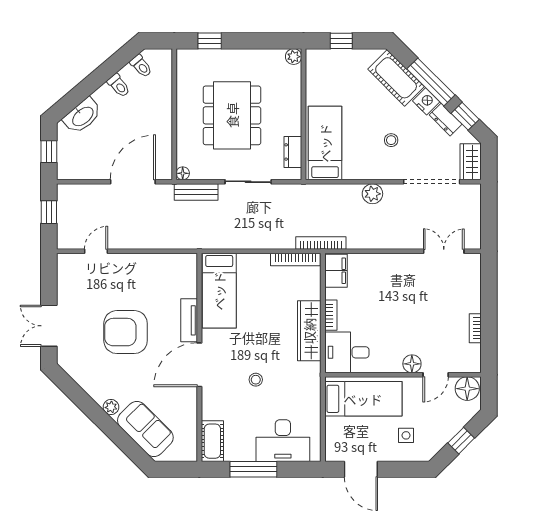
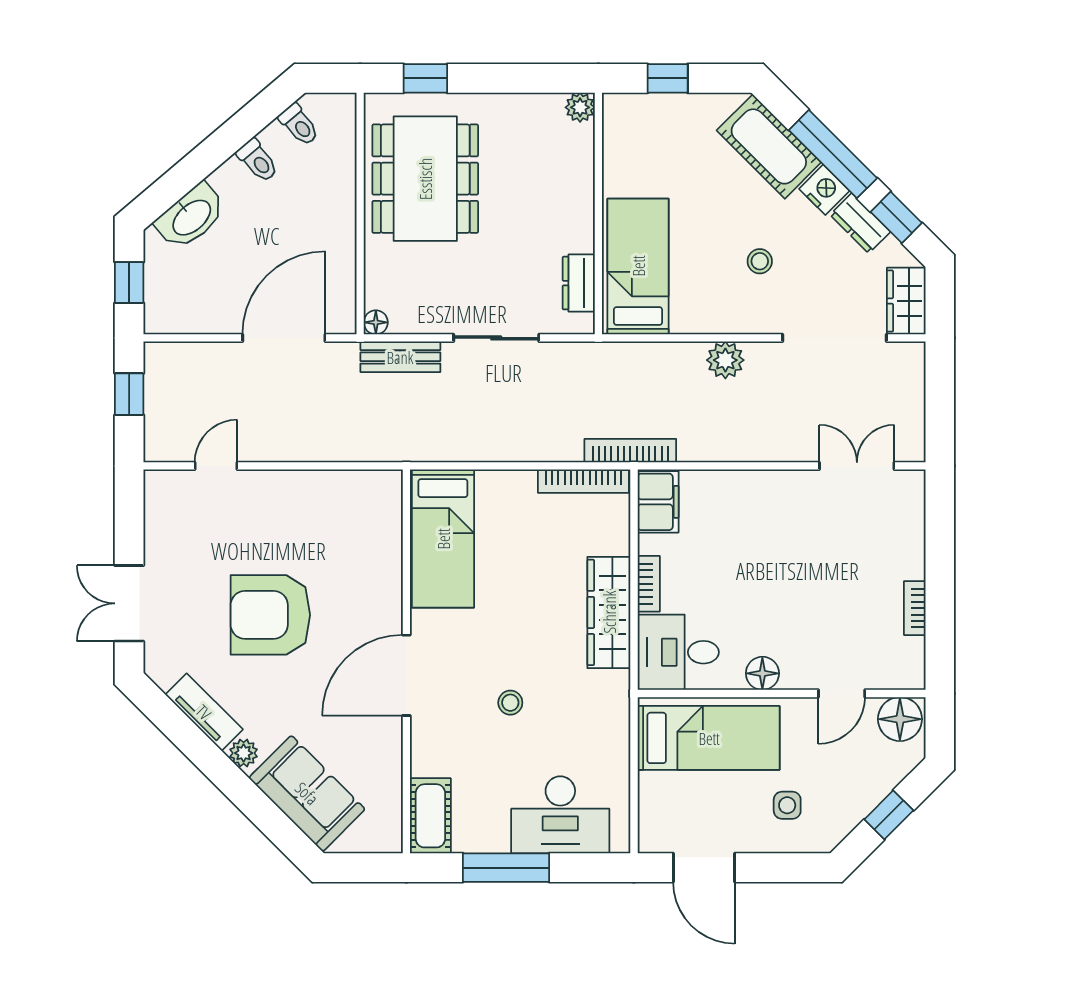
dining table: (232, 115) -> (425, 179), moved
tv unit: (189, 320) -> (204, 712), moved, turned 135
floor lamp: (412, 364) -> (762, 673), moved

